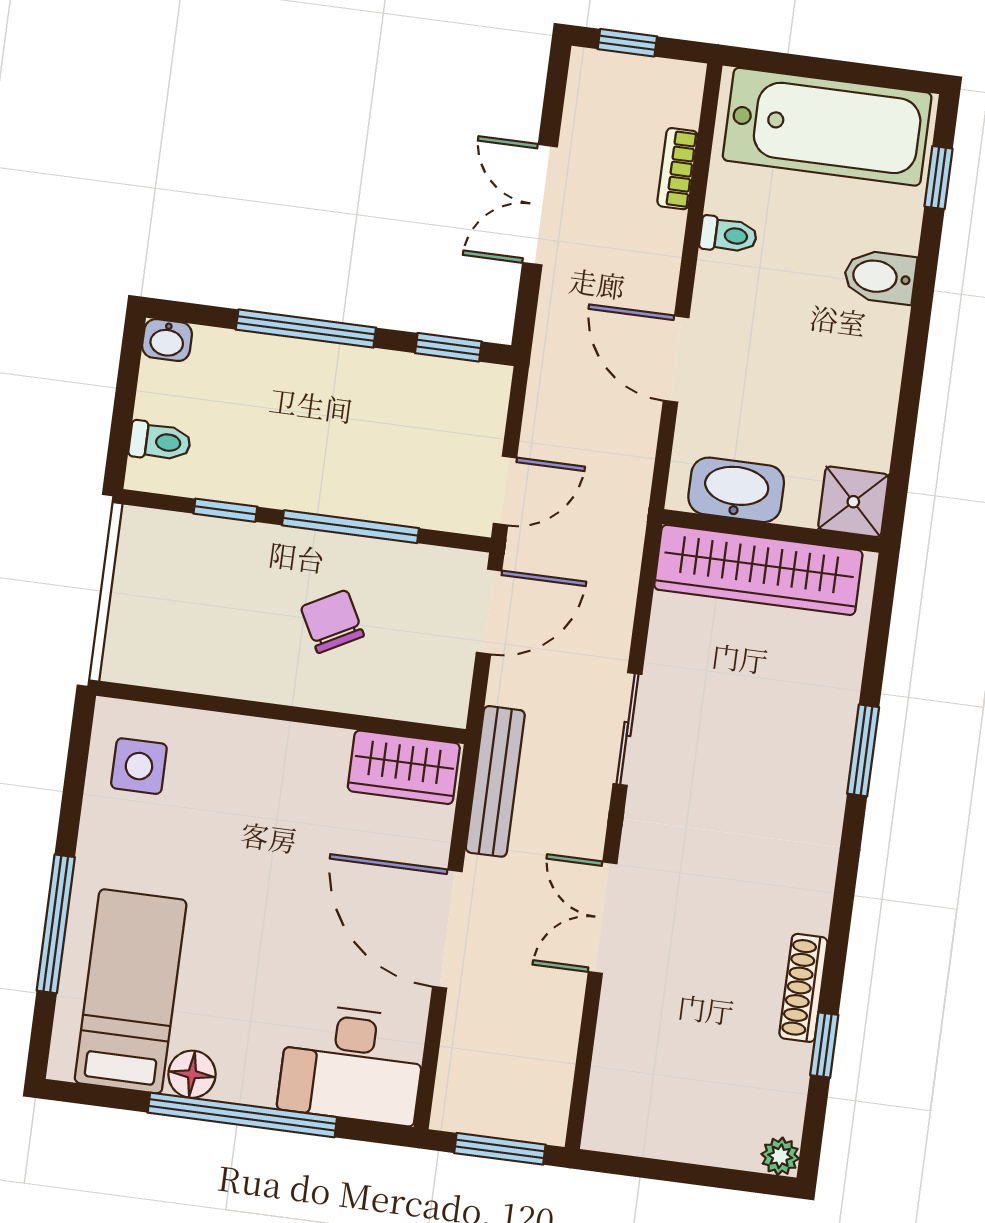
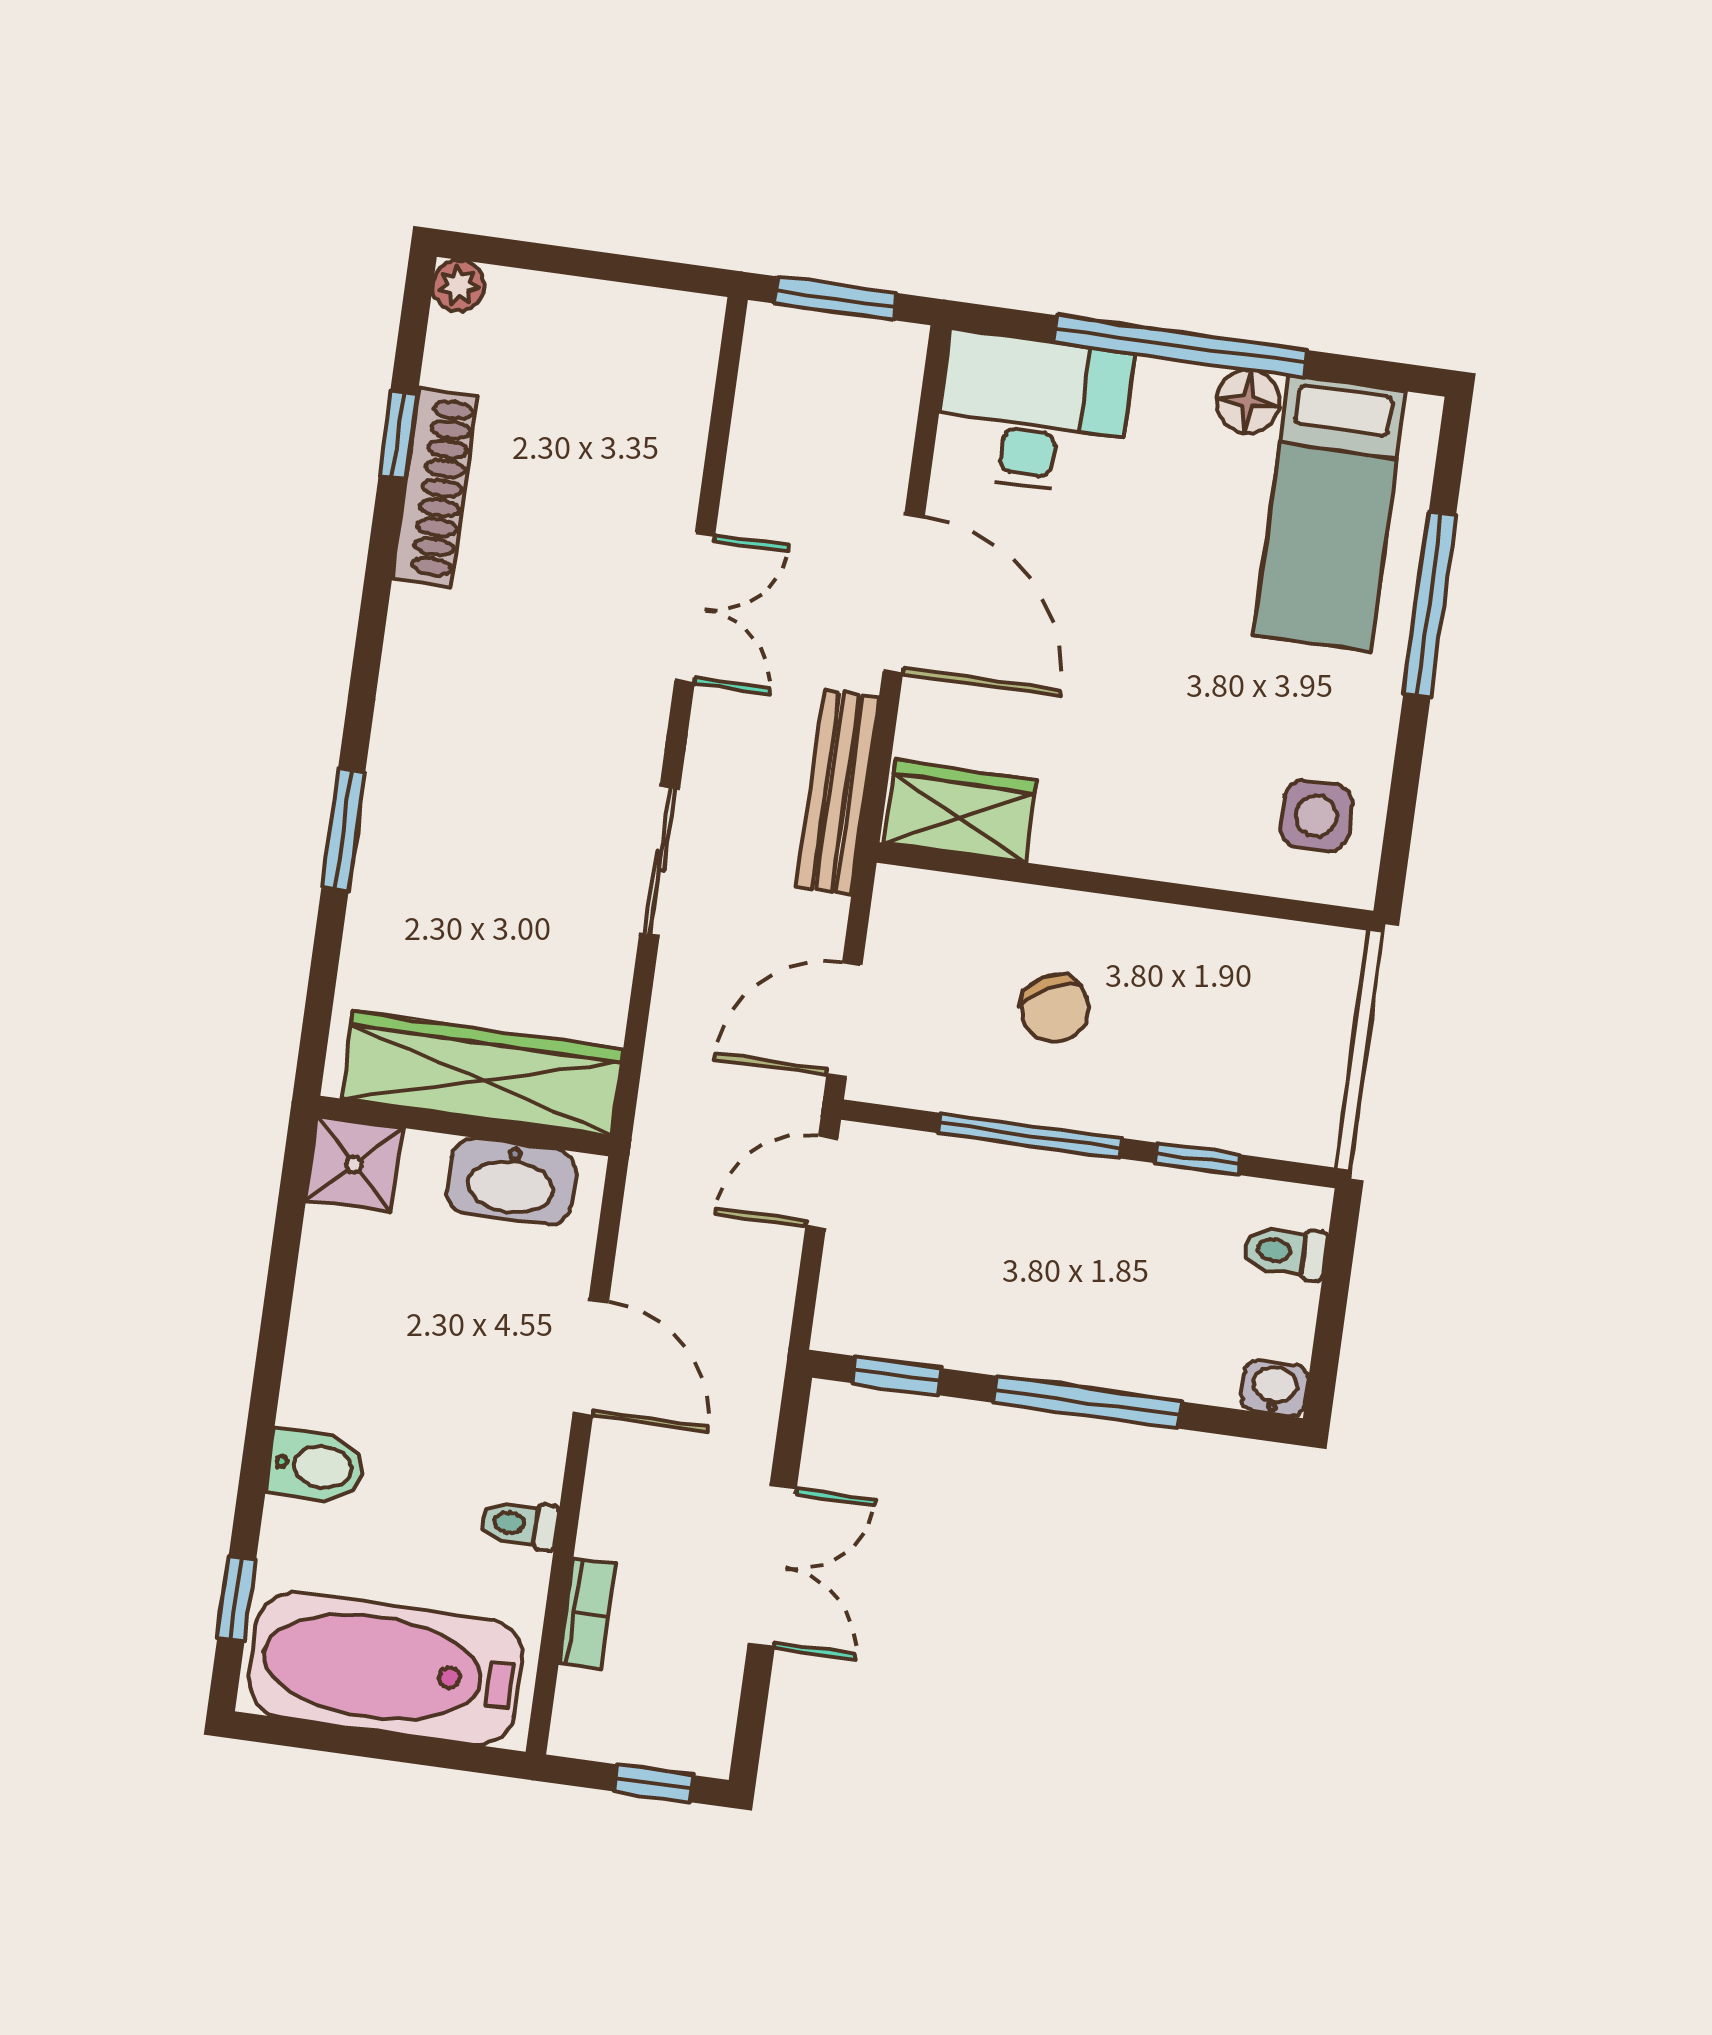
shoe rack: (803, 988) -> (435, 487), width x1.36, depth x1.24

